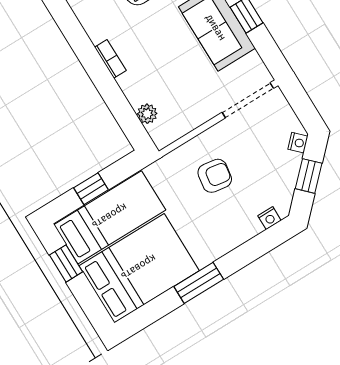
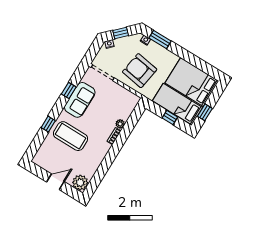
plant: (147, 114) -> (120, 124), moved
armchair: (215, 176) -> (140, 71), width x1.88, depth x1.88
window: (199, 283) -> (160, 40), moved

